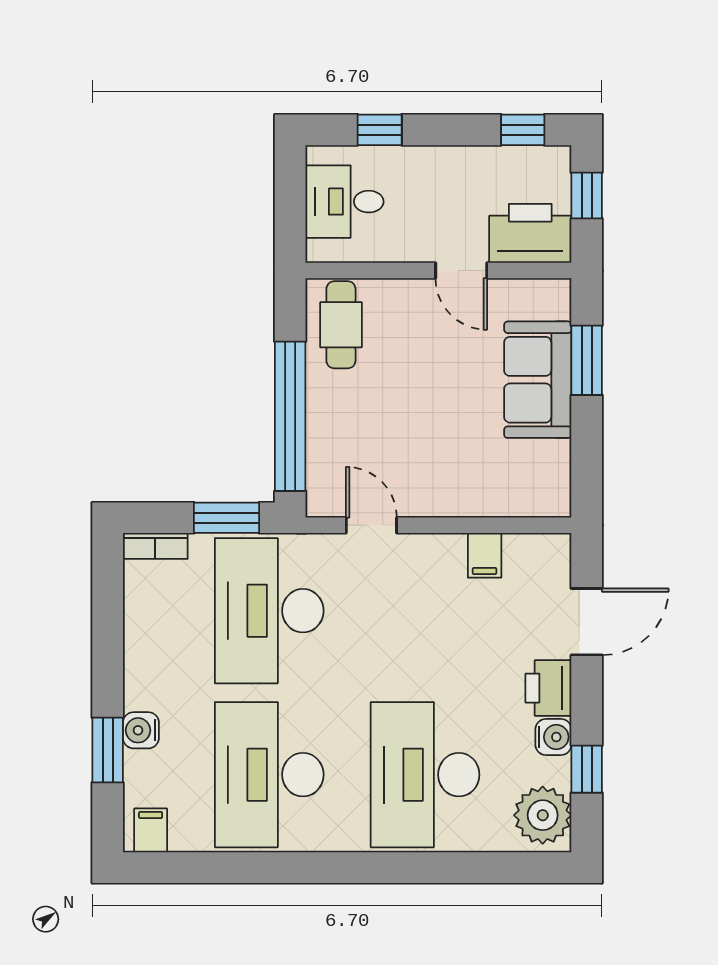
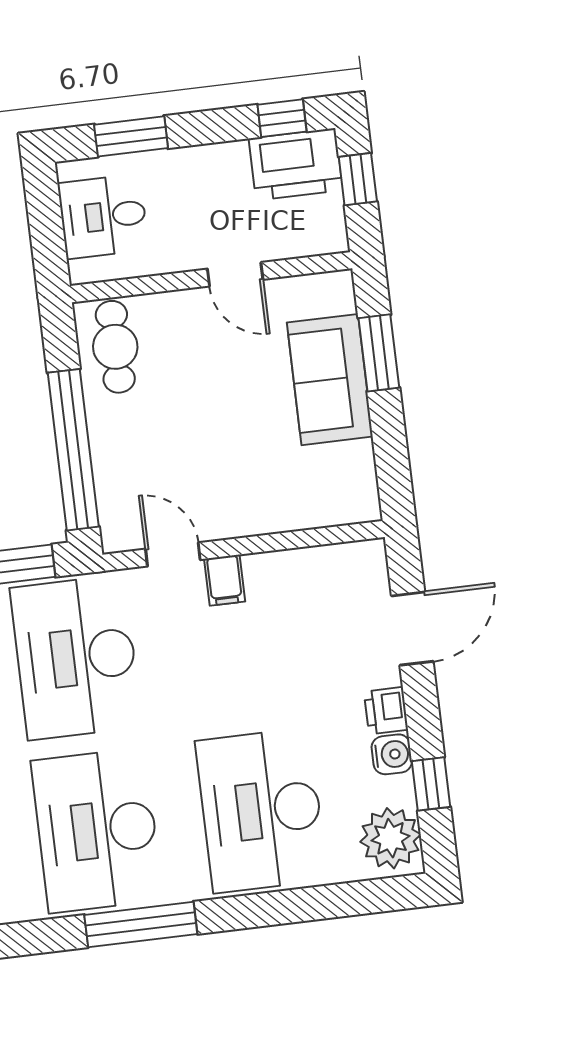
window: (380, 130) -> (131, 136), width x1.50
printer: (530, 233) -> (296, 164), moved, turned 180
filing cabinet: (485, 555) -> (225, 580), moved
printer: (548, 688) -> (386, 711), width x0.73, depth x0.81
window: (300, 868) -> (141, 924), added

